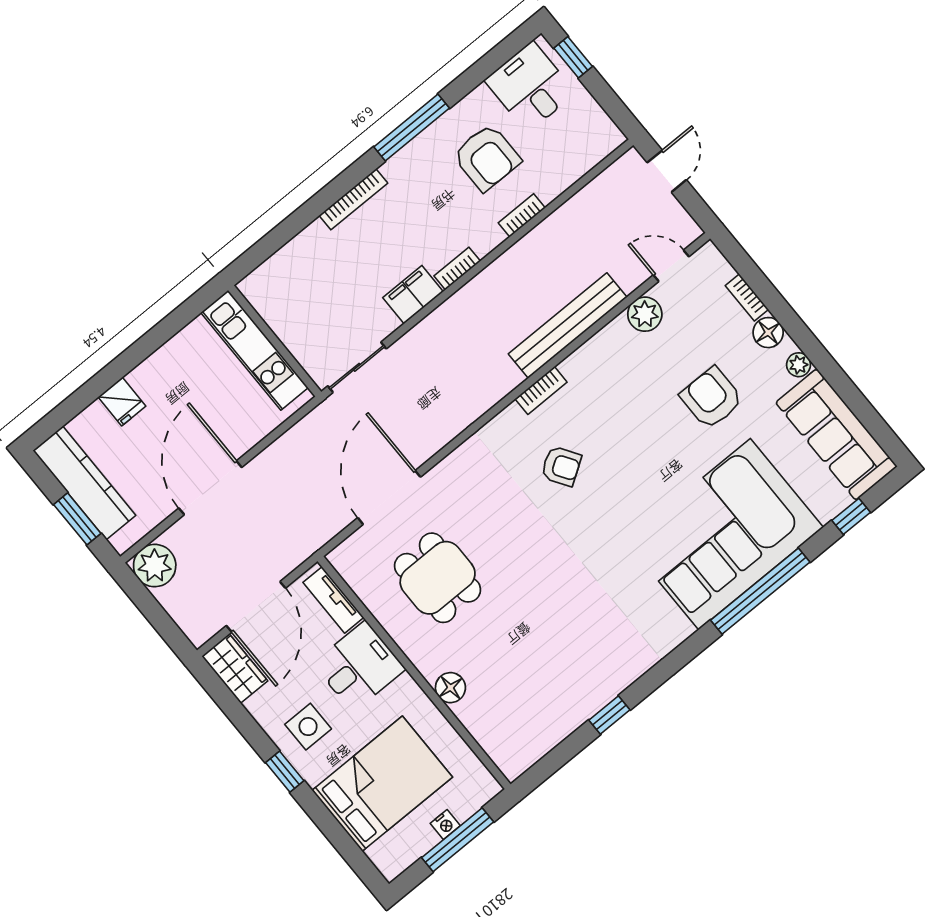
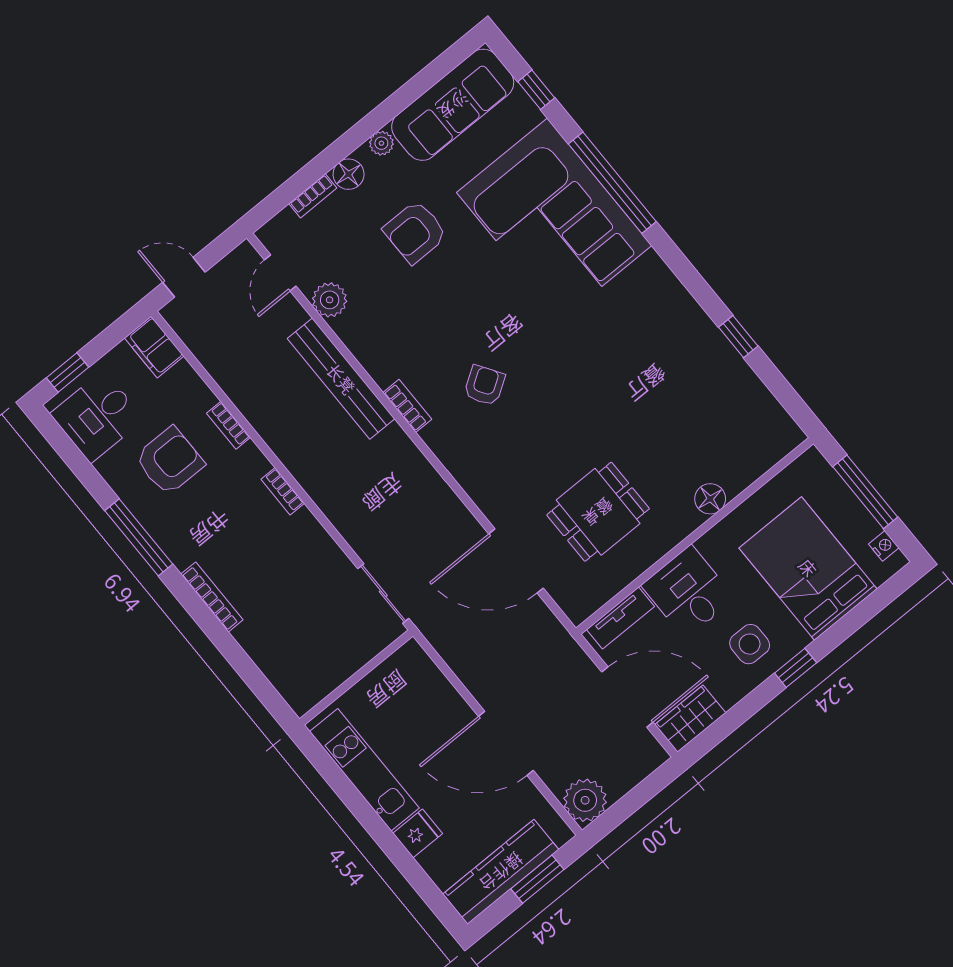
filing cabinet: (413, 295) -> (154, 347), moved
kitchen unit: (254, 350) -> (364, 770), moved, turned -90
nightstand: (445, 825) -> (884, 546), moved

